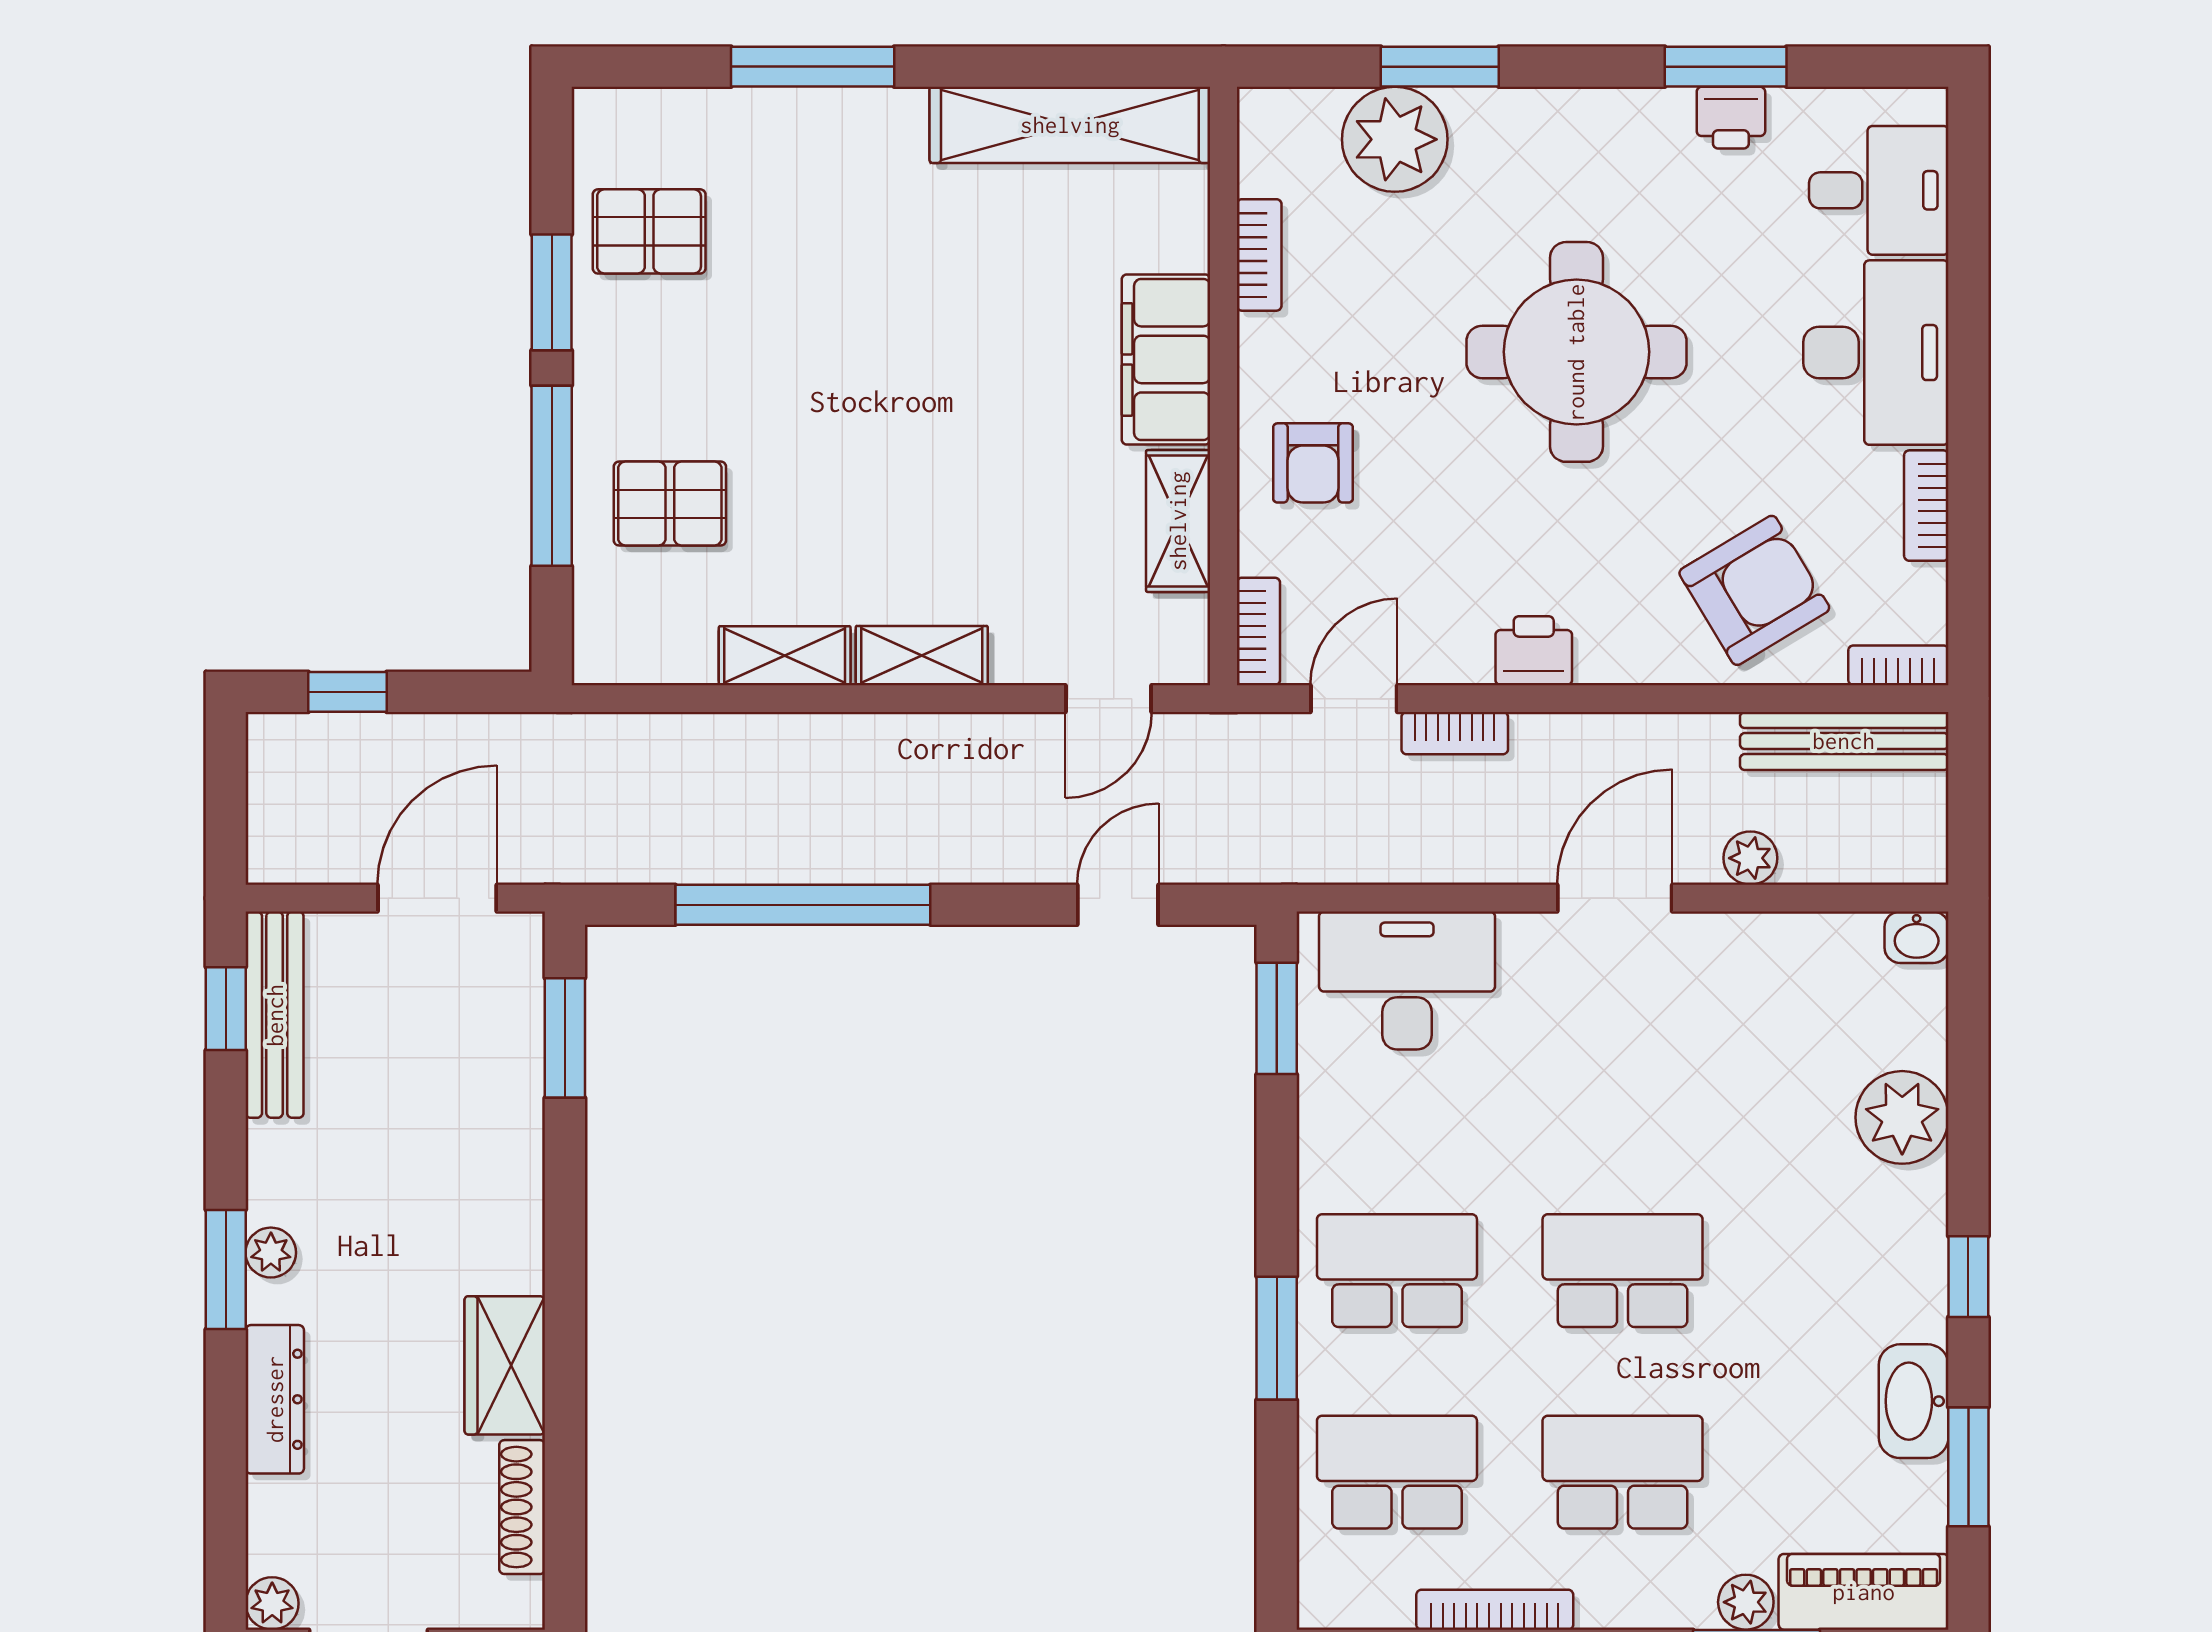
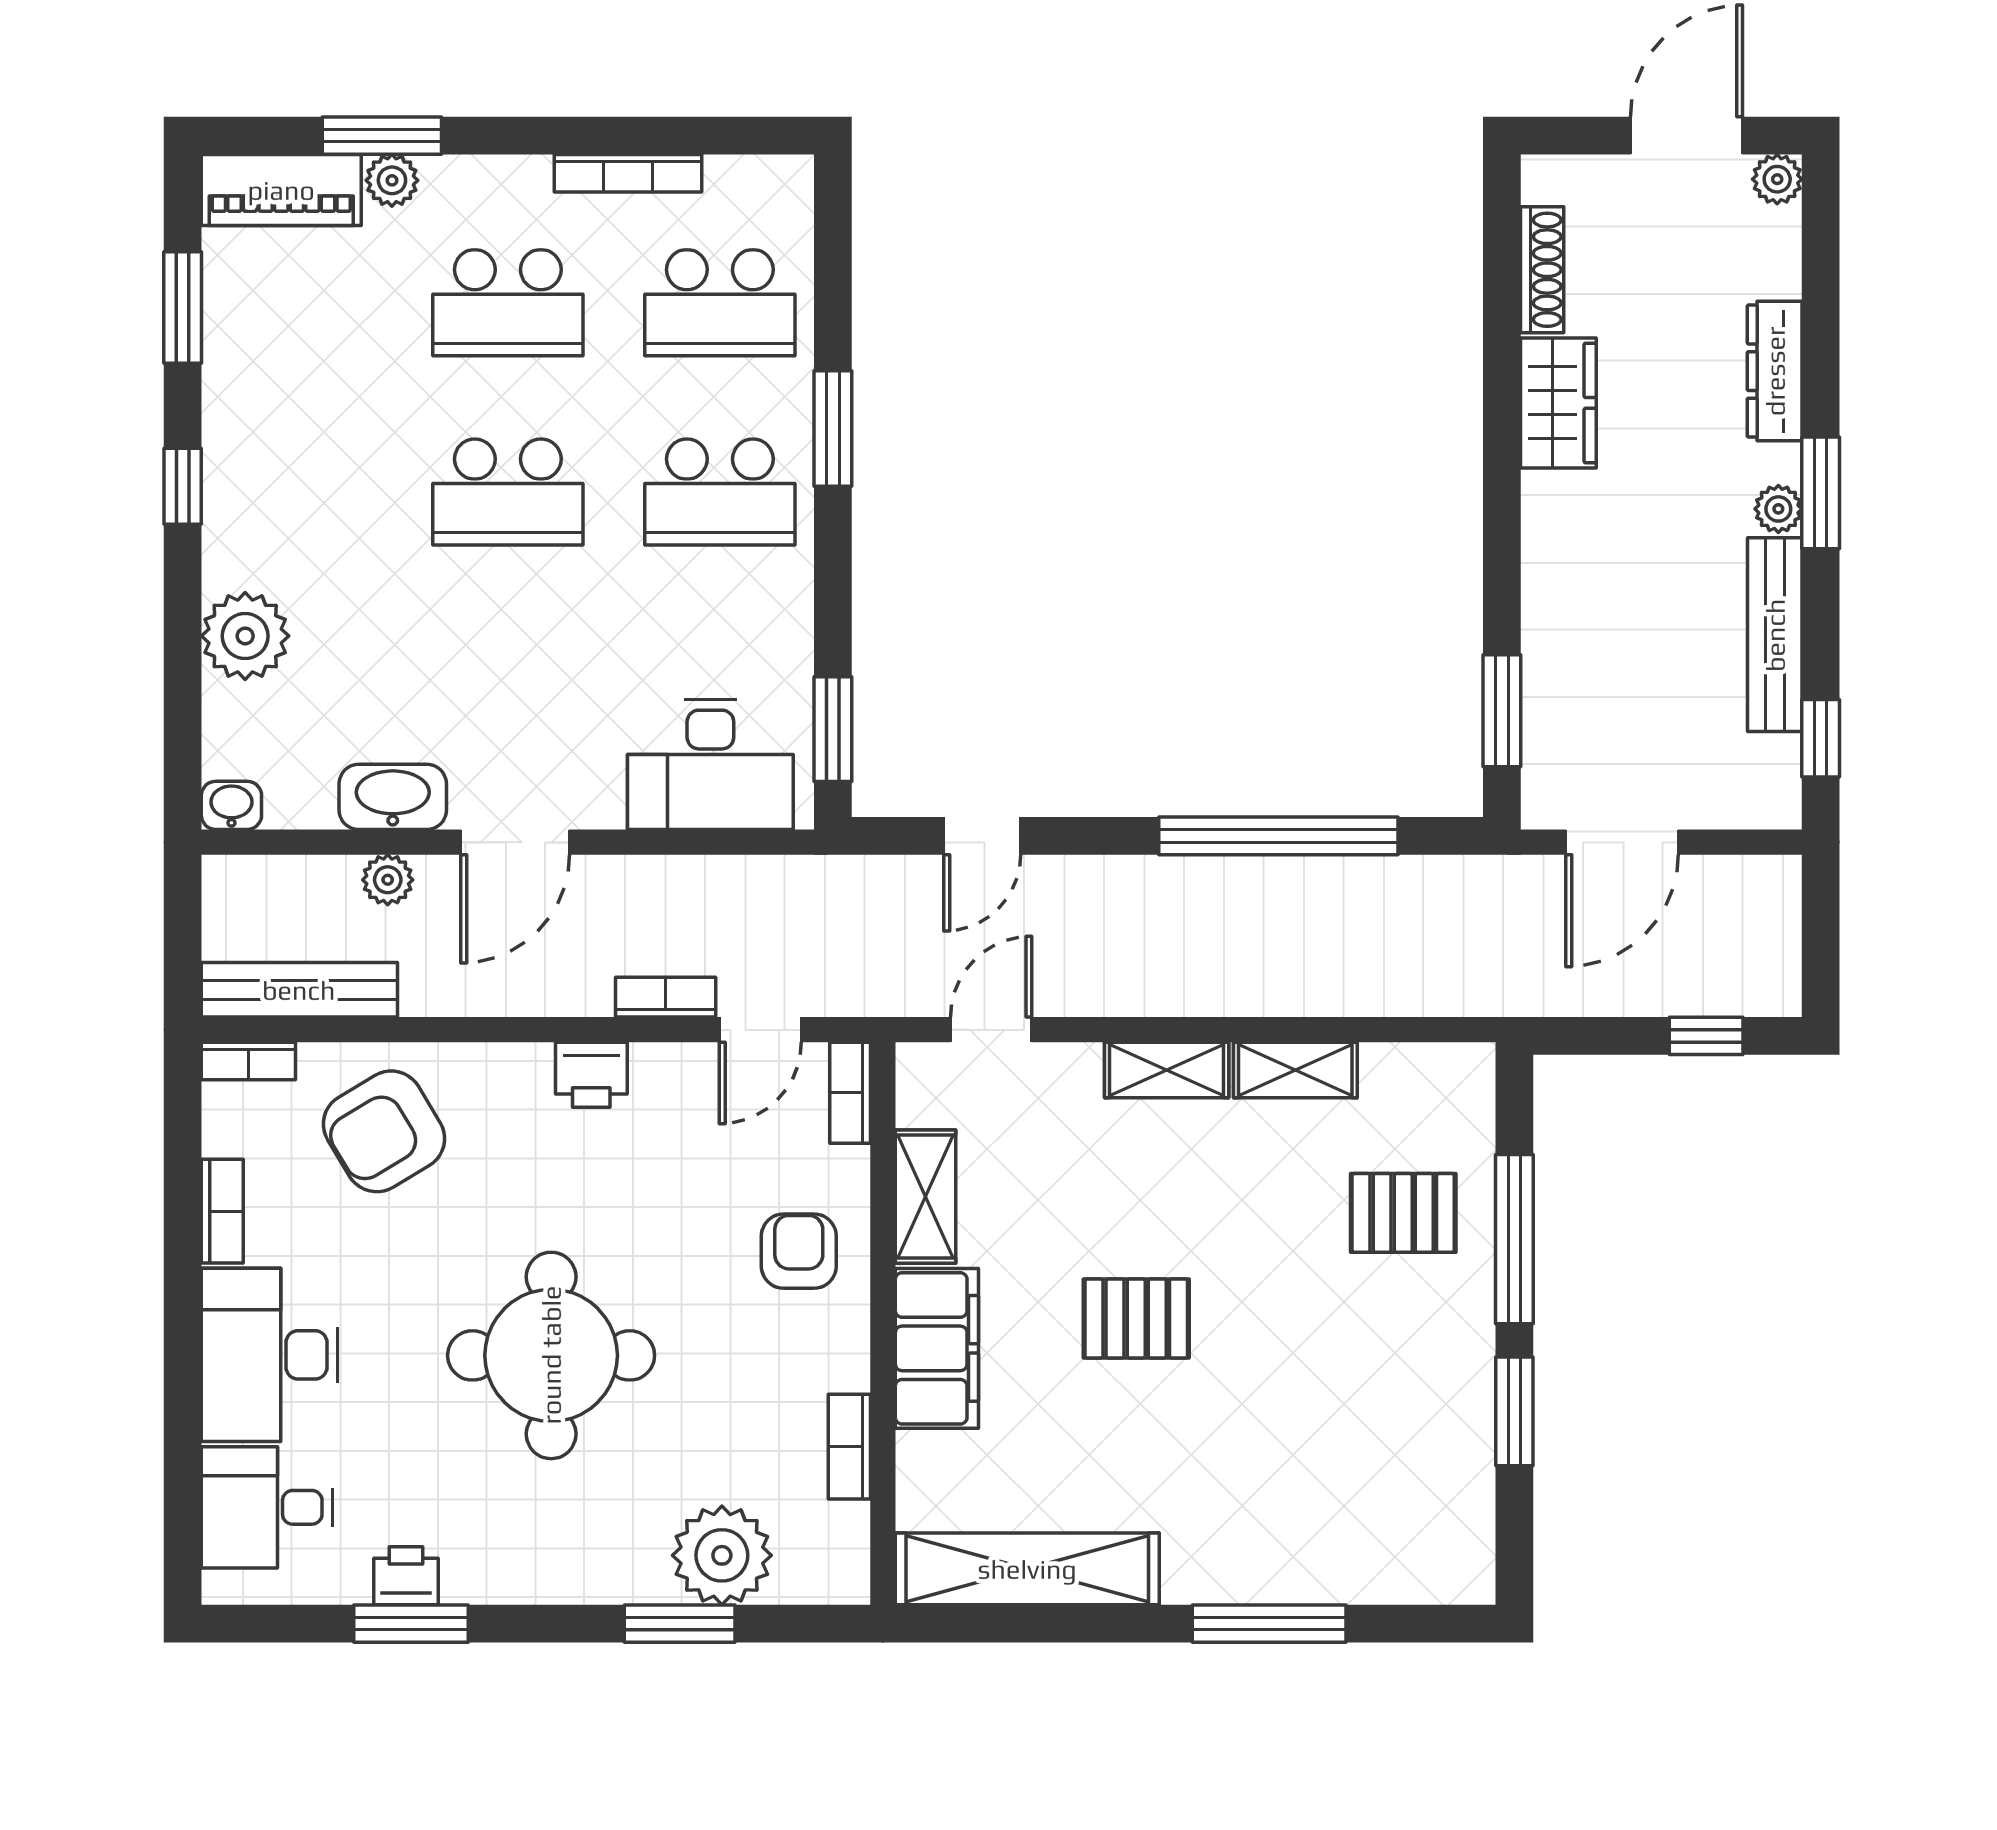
pallet: (649, 231) -> (1136, 1318), moved
bench: (275, 1015) -> (1775, 635), moved
washbasin: (1914, 1401) -> (393, 797), moved, turned -90

